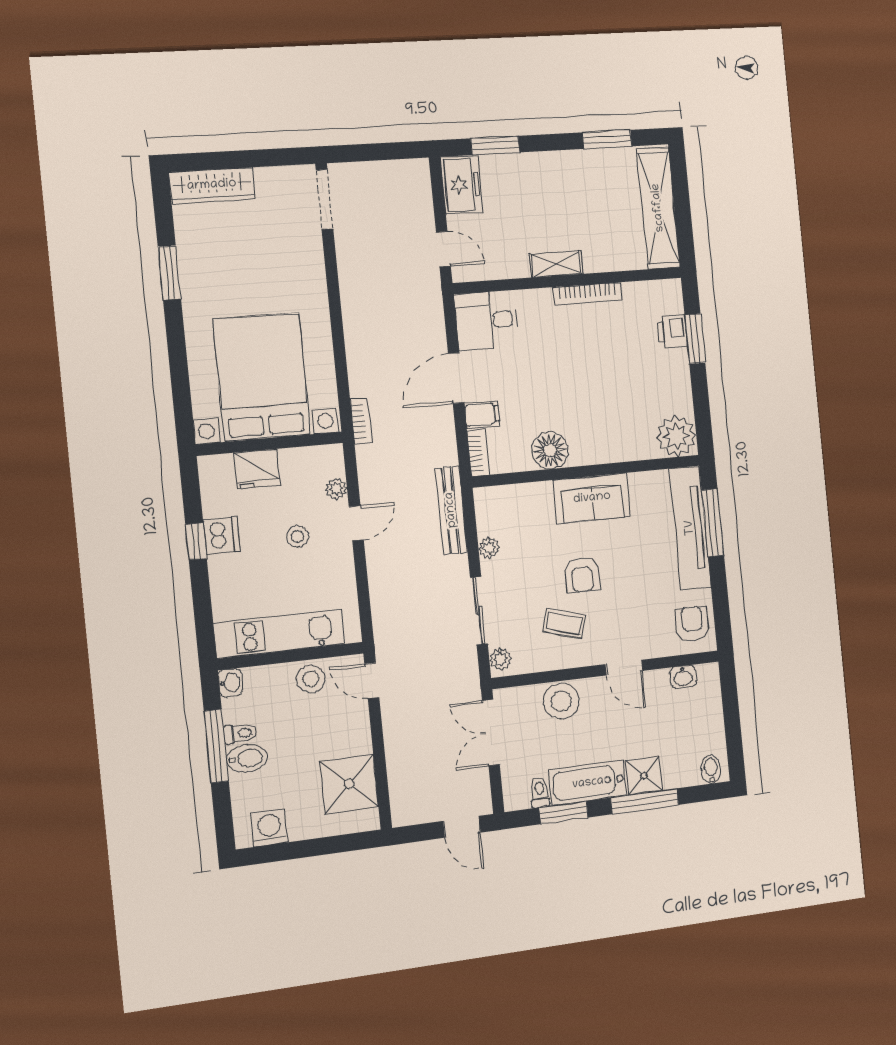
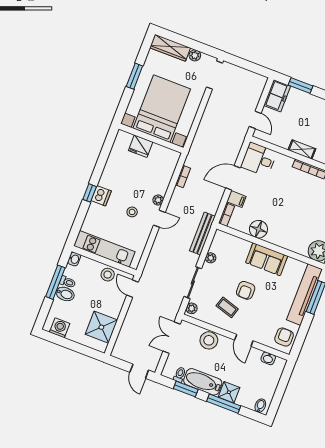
plant: (268, 179) -> (195, 55), added
bed with nightstands: (262, 377) -> (162, 109), moved
wall: (270, 444) -> (151, 138), moved
fridge: (257, 469) -> (141, 146), moved

